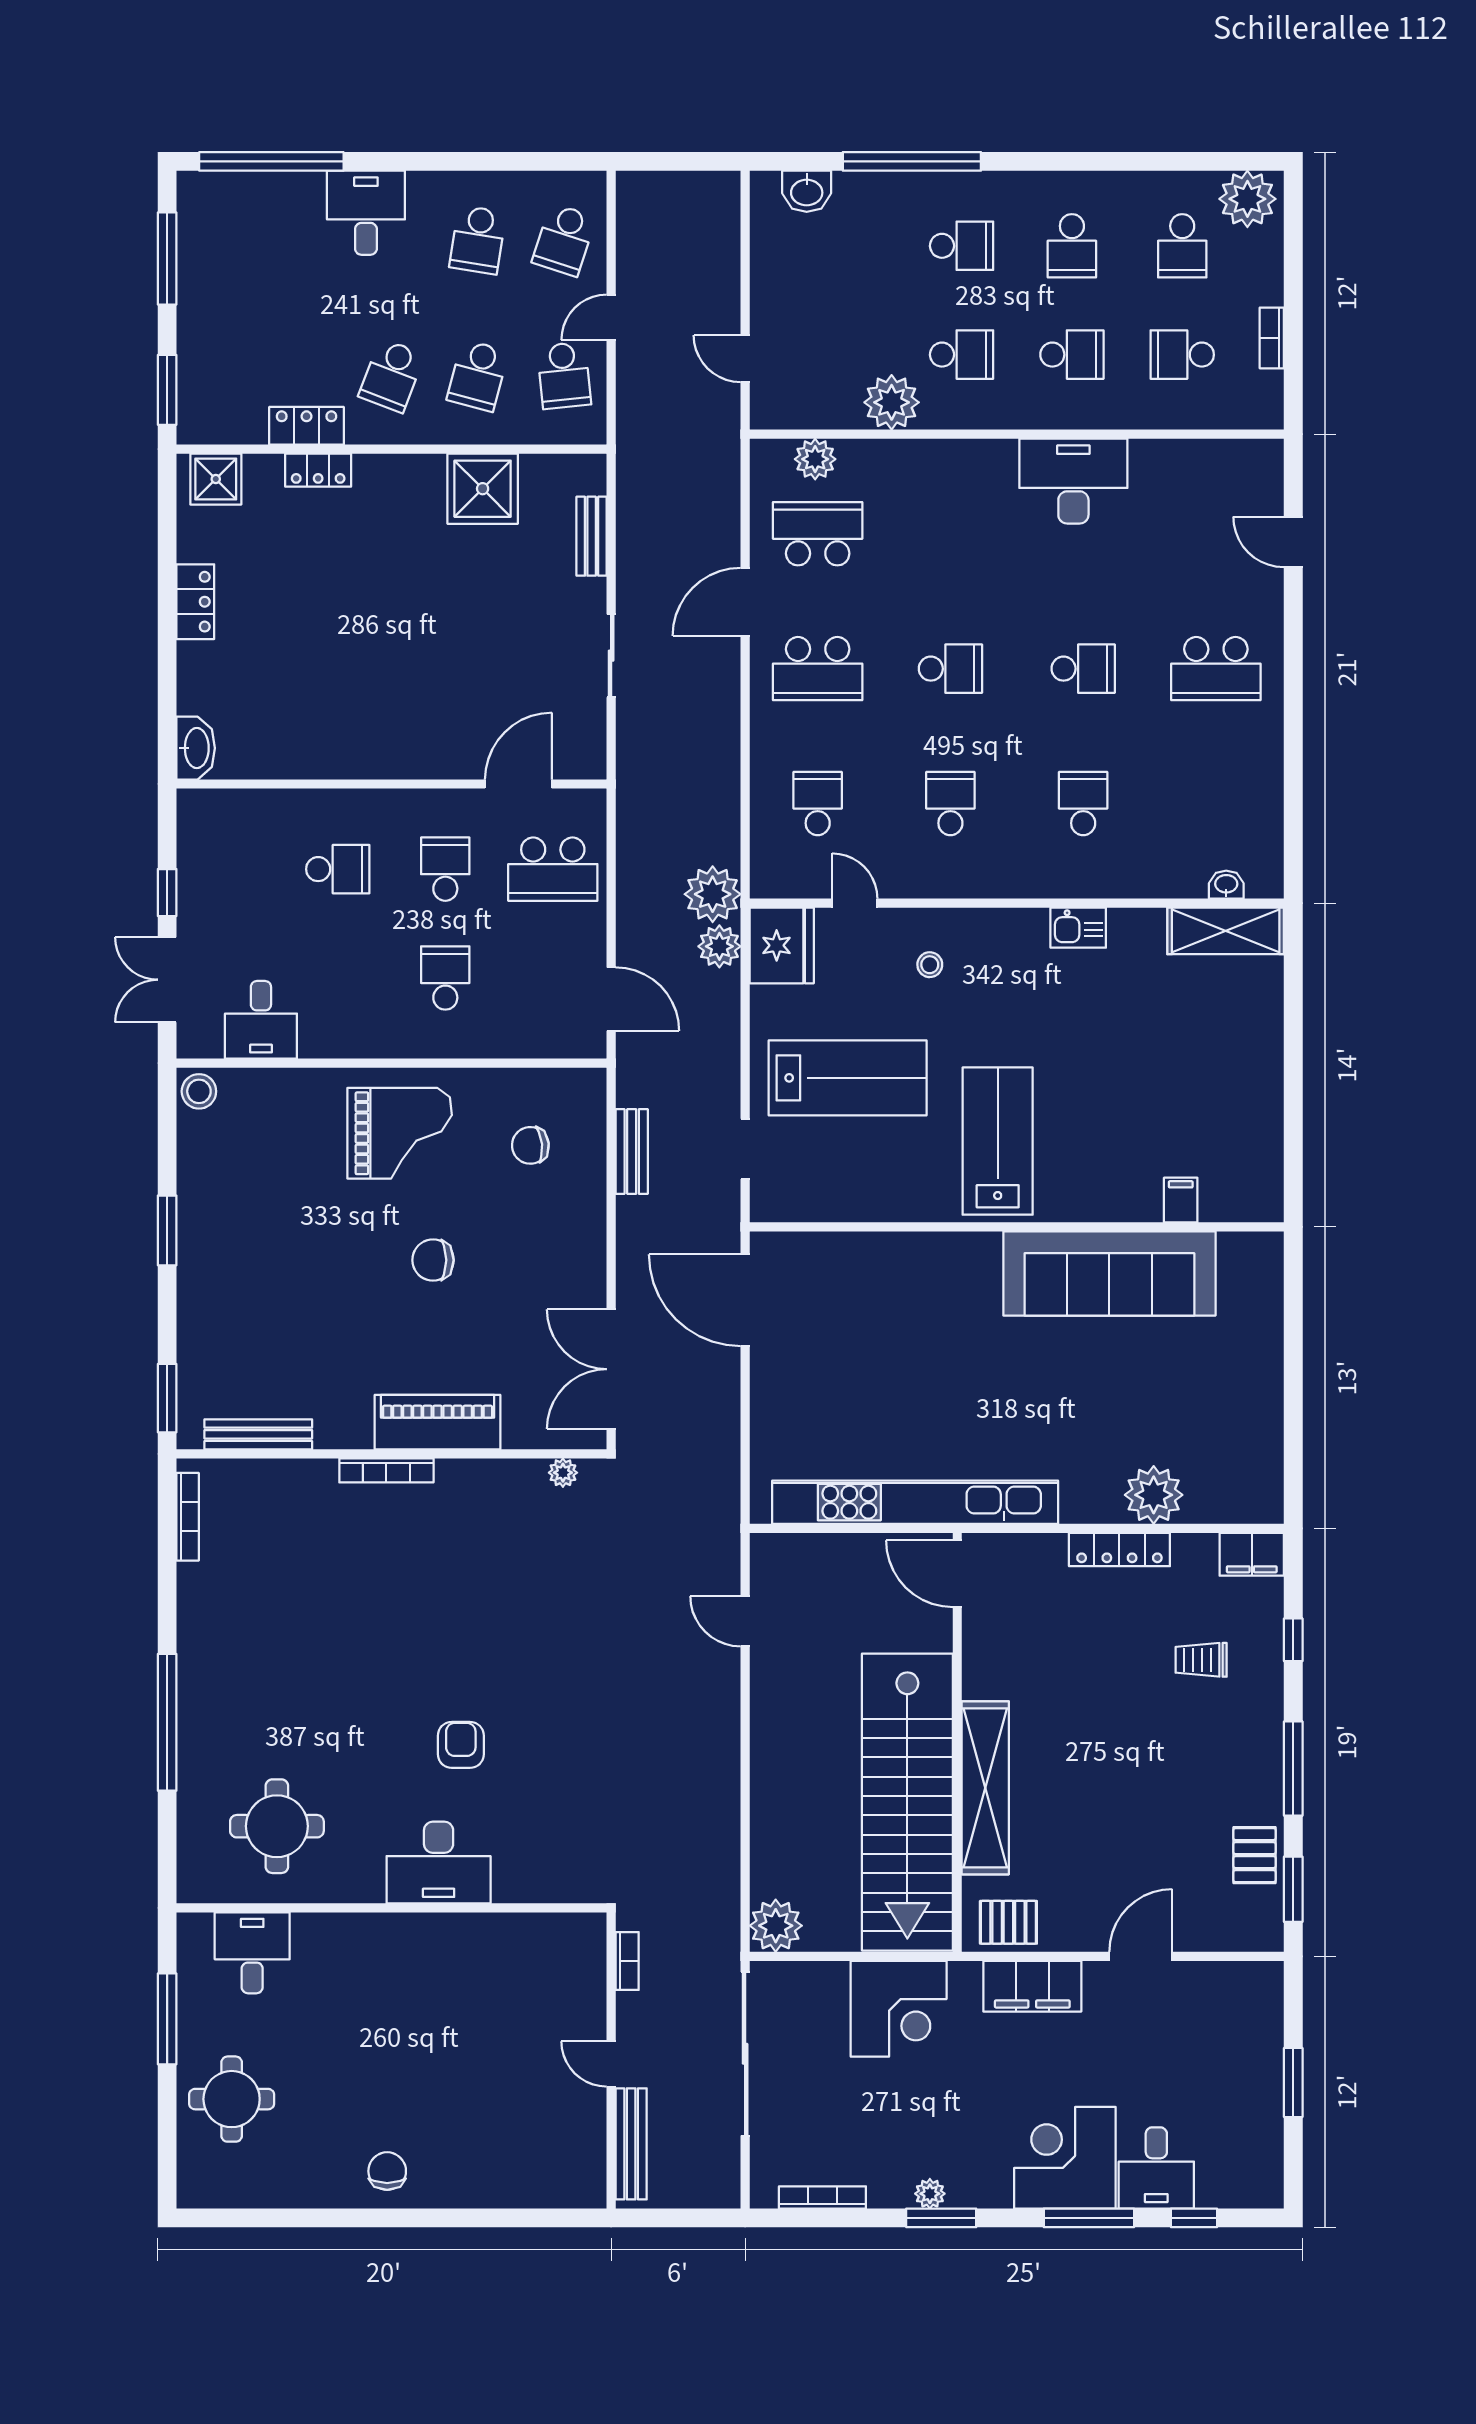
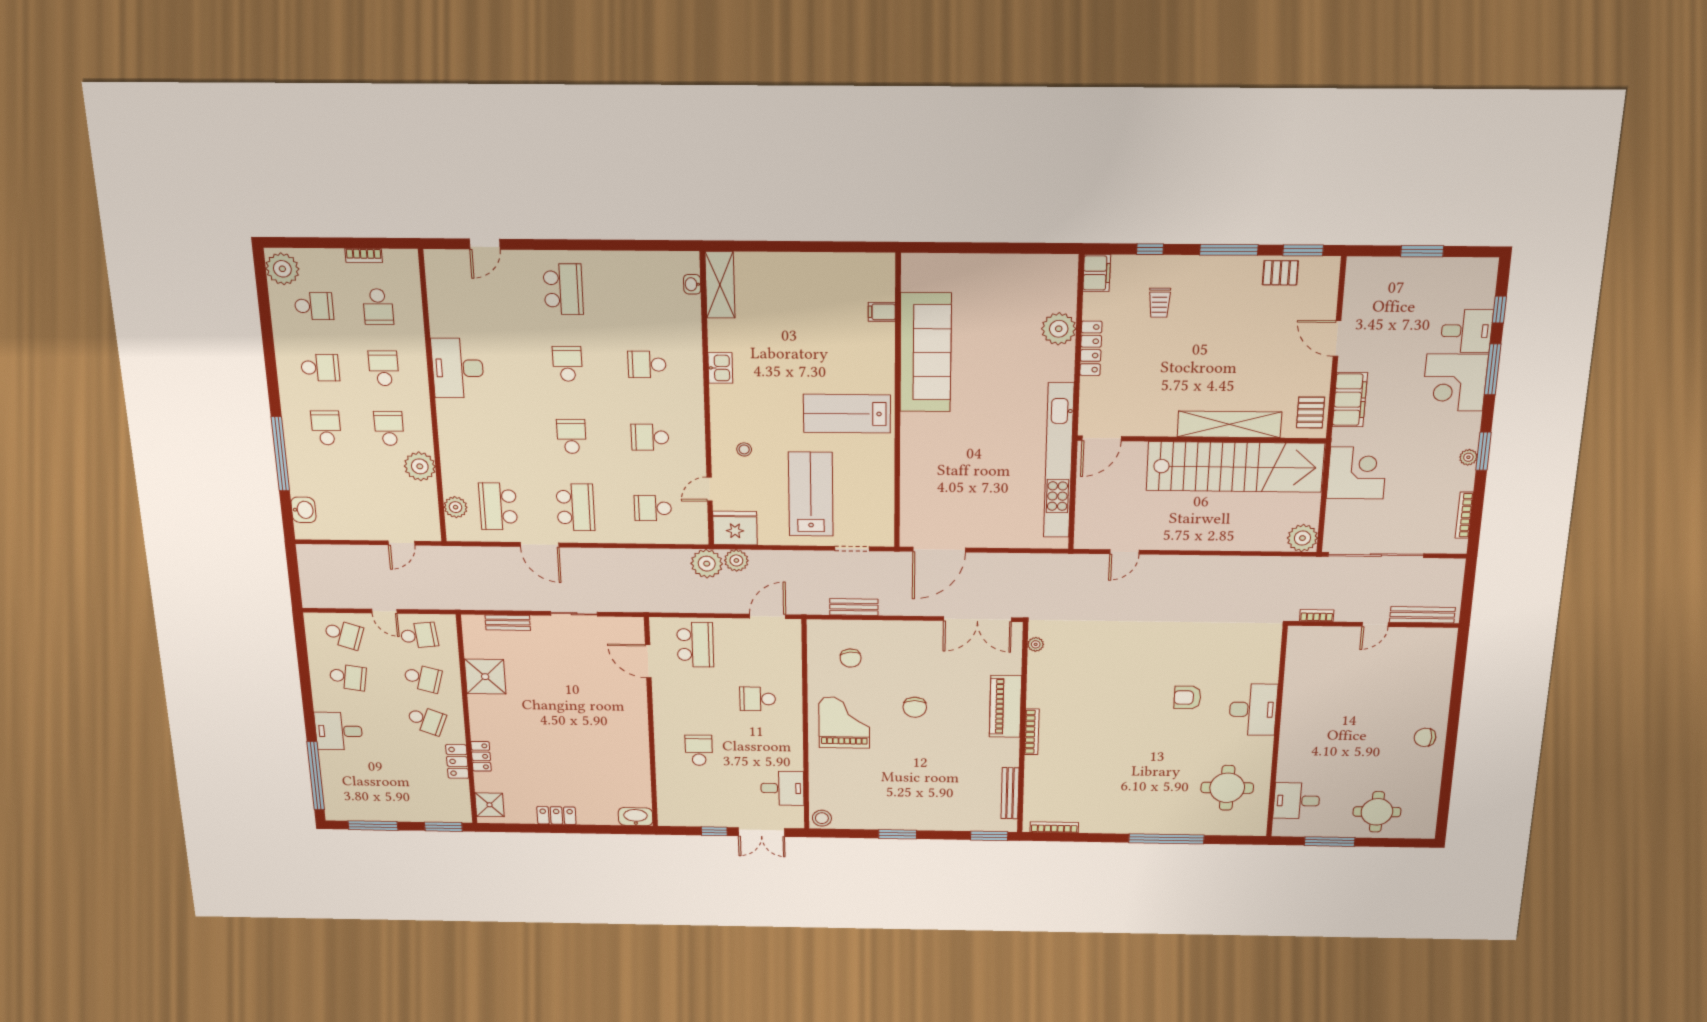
school desk: (445, 869) -> (697, 698), removed

